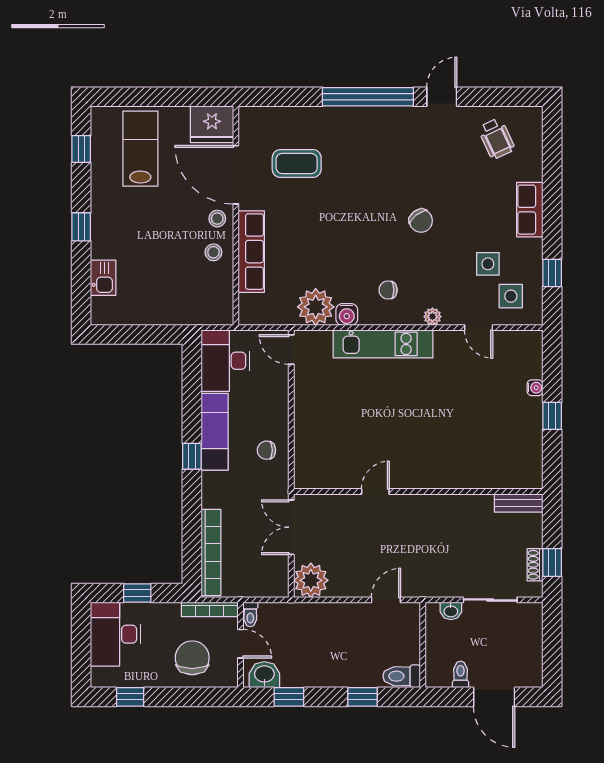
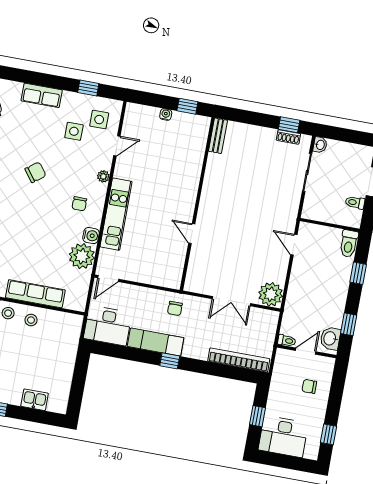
door: (375, 491) -> (192, 234), moved
wall: (418, 491) -> (197, 204), moved
bench: (519, 503) -> (218, 136), moved
bookcase: (210, 609) -> (278, 368), removed
washbasin: (451, 611) -> (320, 145), moved
chair: (192, 658) -> (309, 386), width x0.54, depth x0.54

